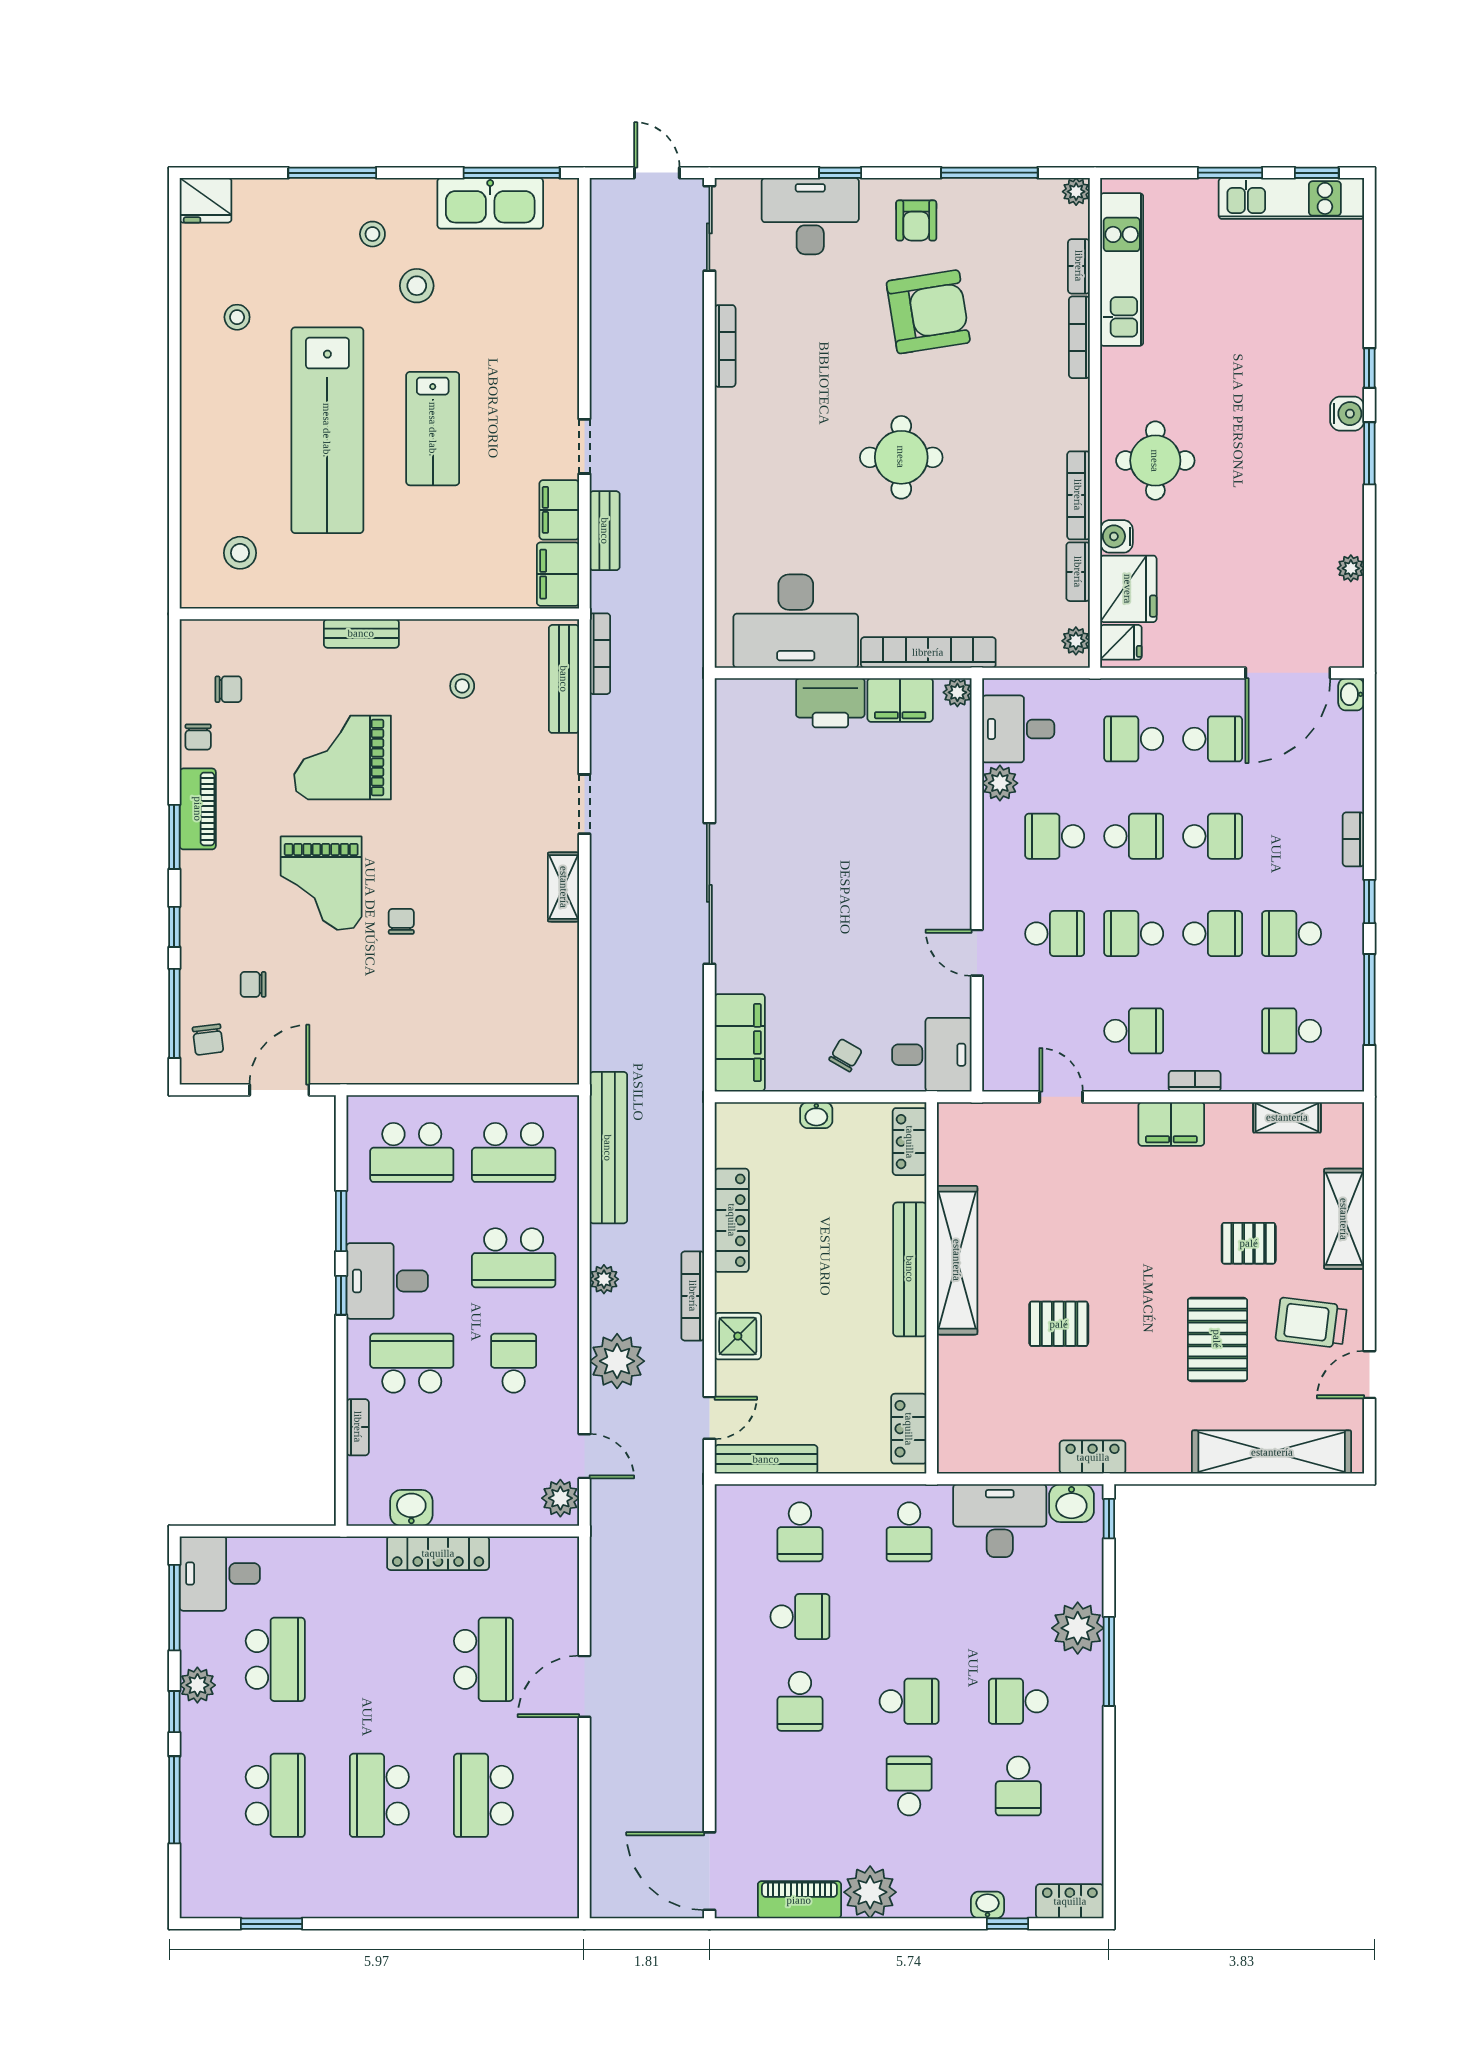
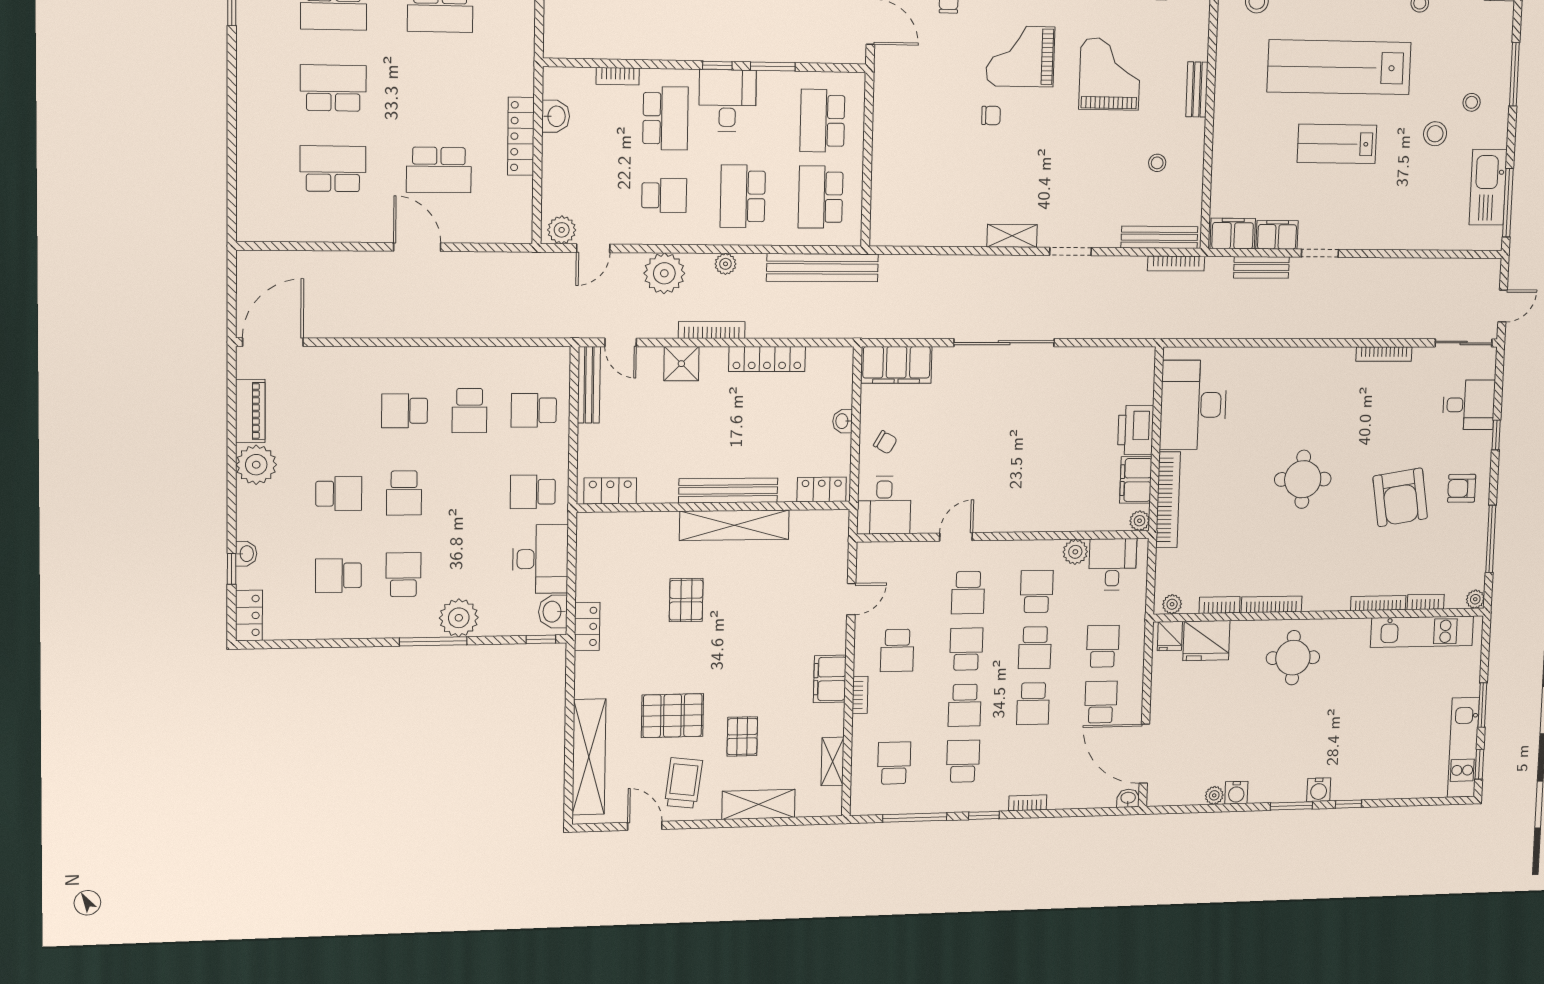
desk: (810, 216) -> (1469, 405), width x0.73
water cooler: (1117, 536) -> (1236, 793), moved, turned 180
school desk: (1213, 739) -> (1101, 702), turned 180

